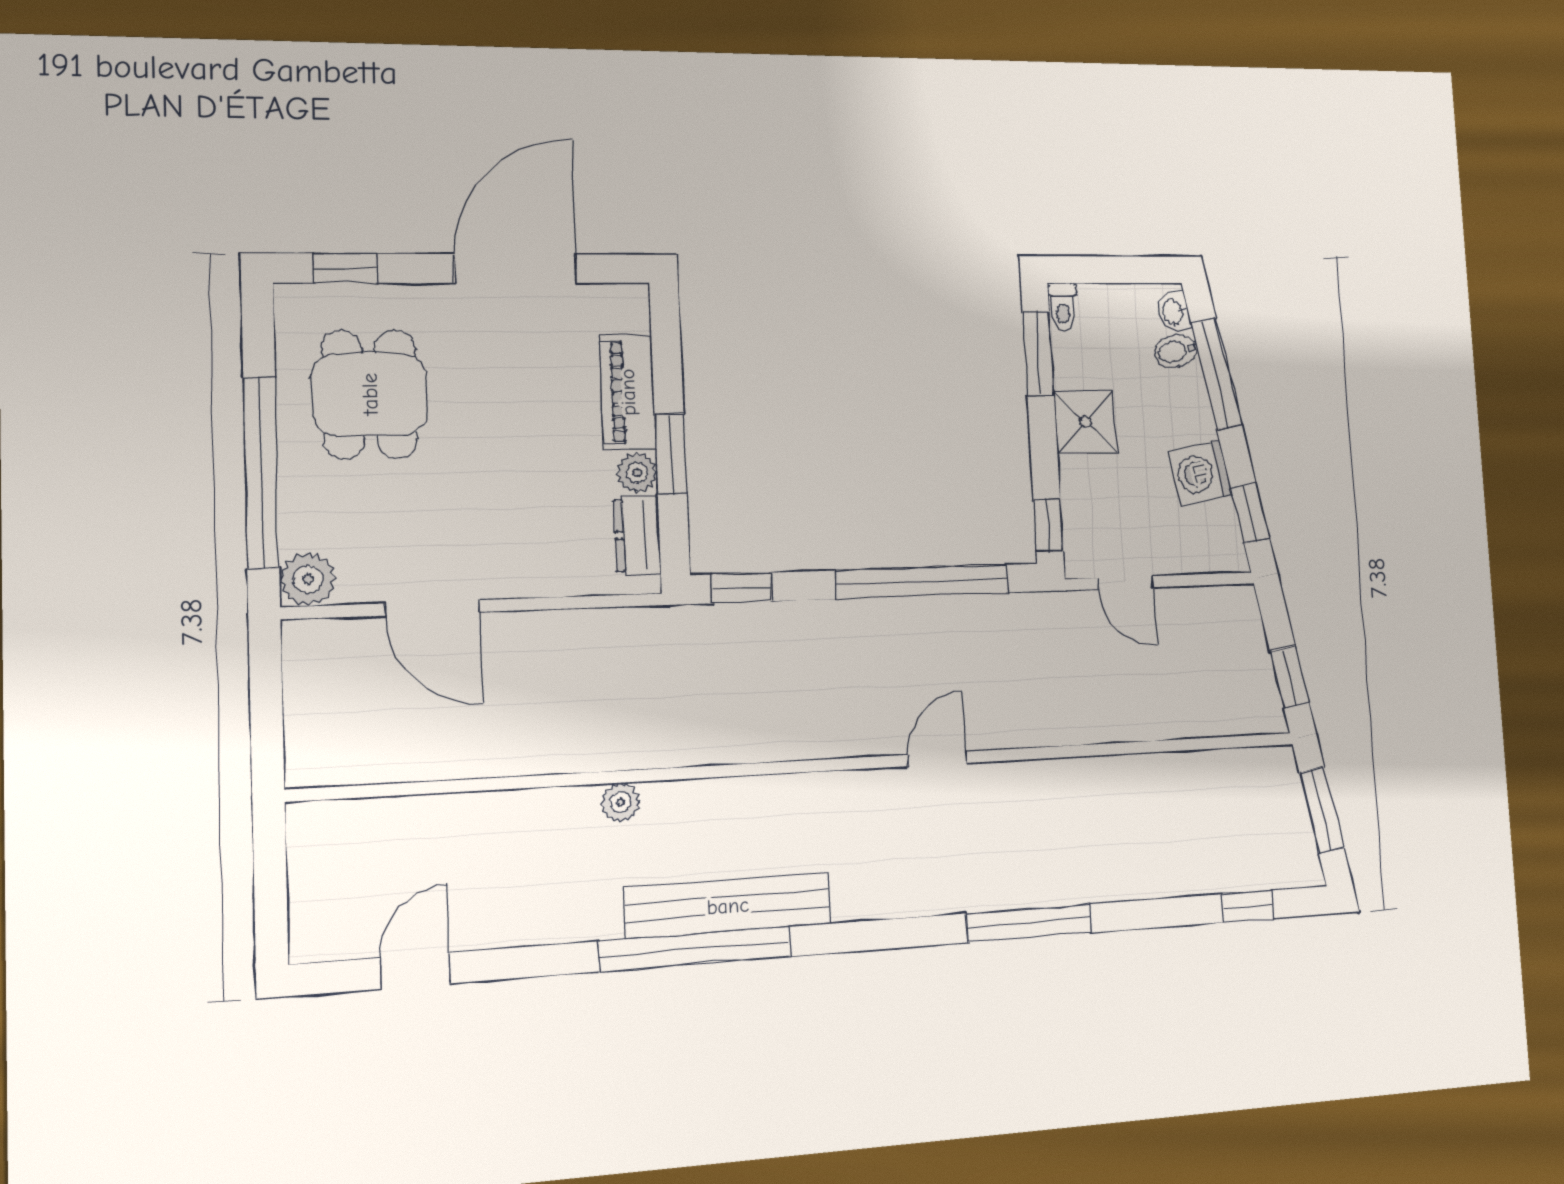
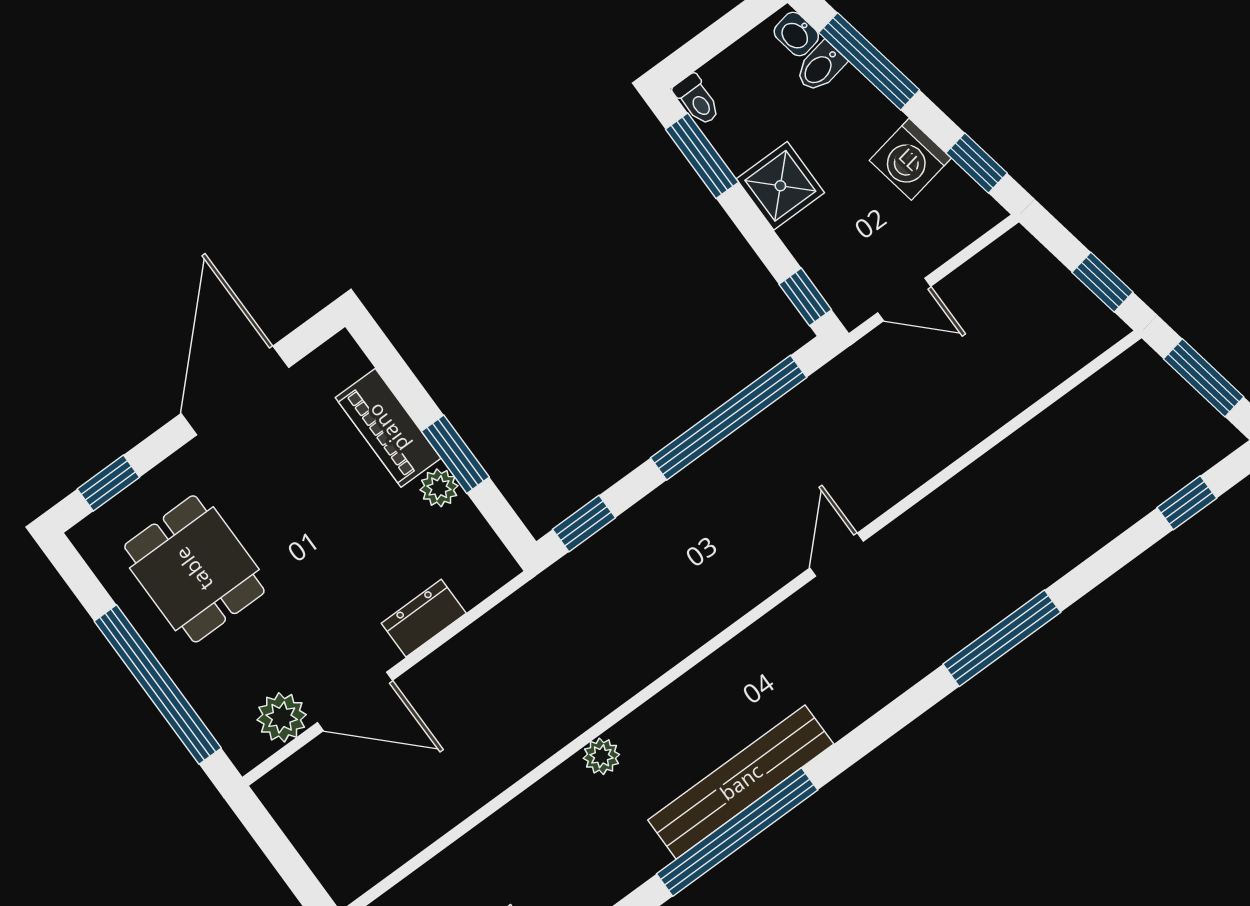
dresser: (637, 535) -> (424, 618), moved, turned 90
plant: (308, 579) -> (282, 717), moved

